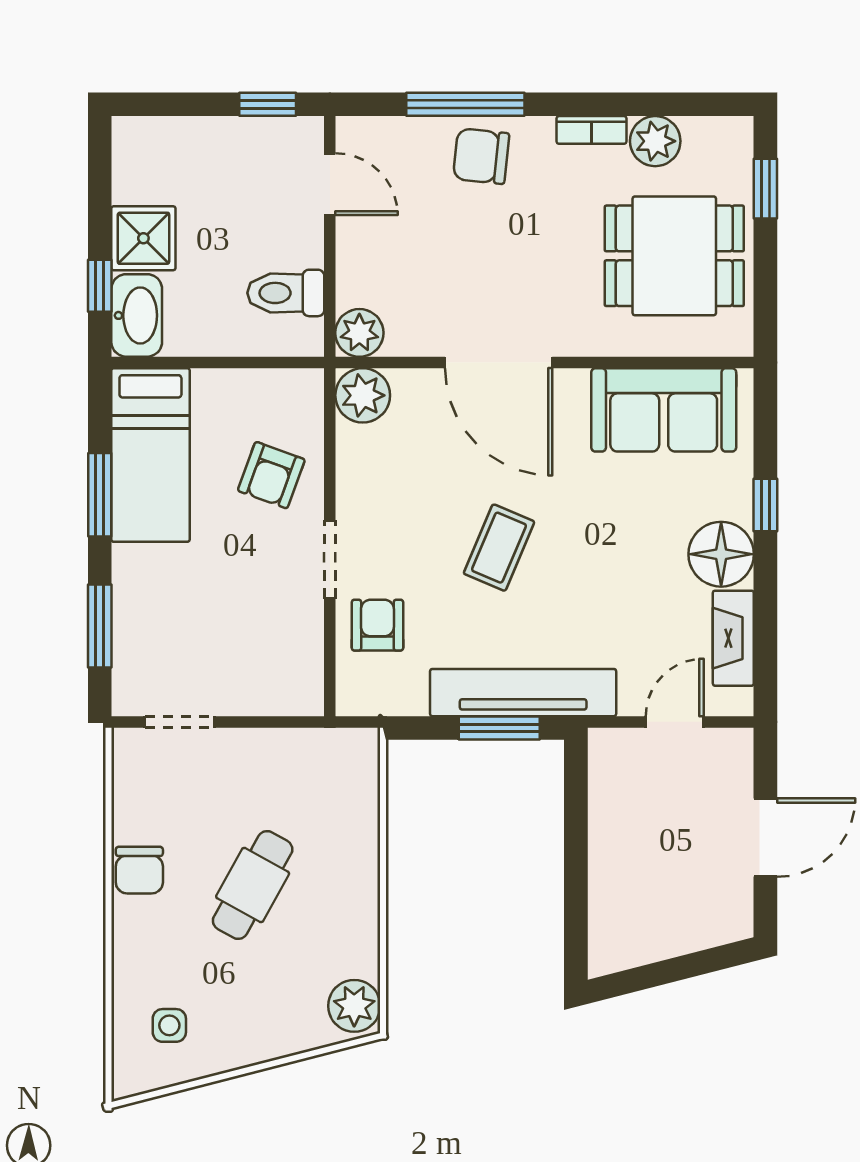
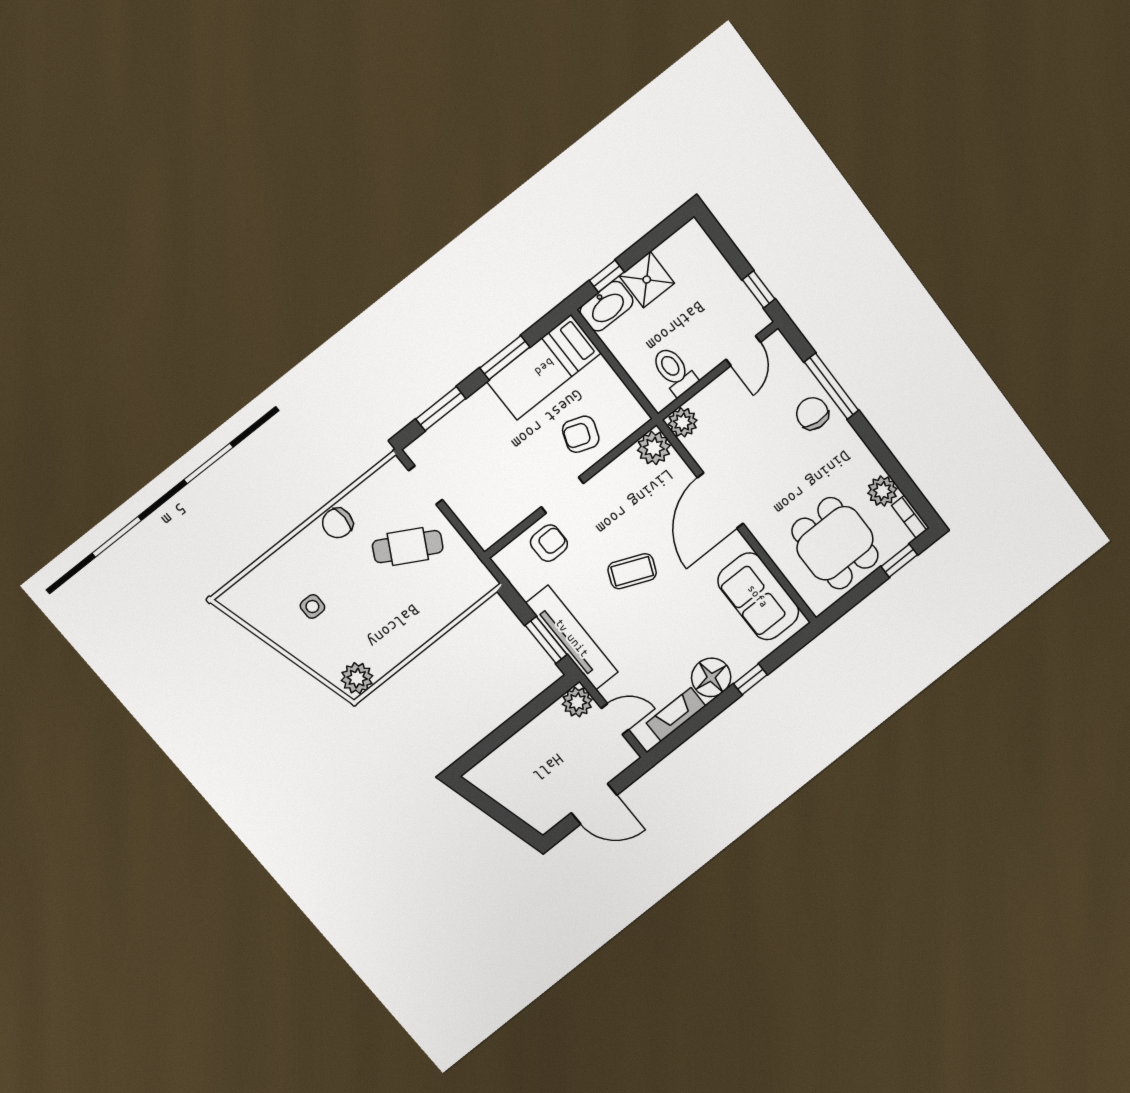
bookcase: (591, 130) -> (910, 517), moved
plant: (613, 753) -> (577, 702), added
cafe table: (253, 885) -> (408, 547), moved
side table: (169, 1025) -> (312, 606), moved

